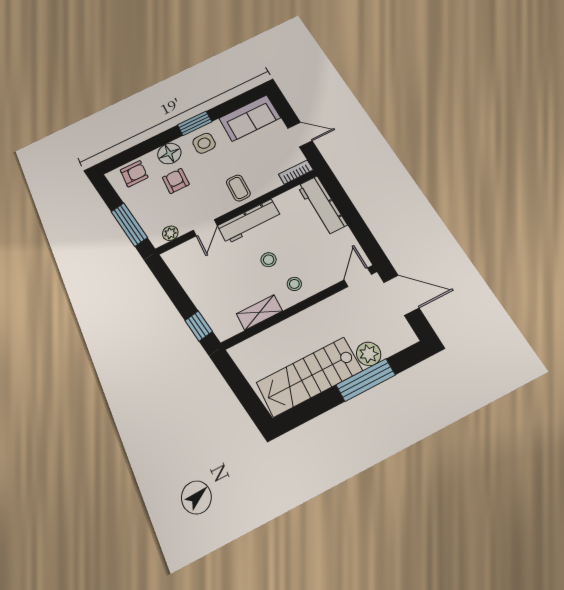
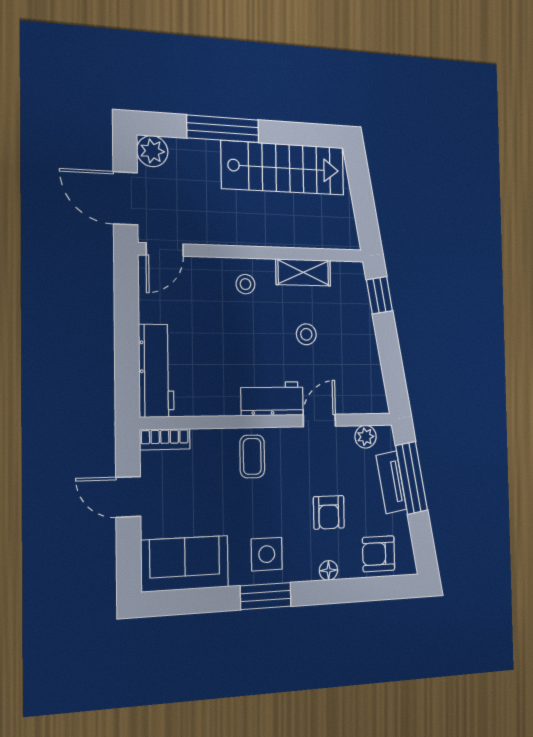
floor lamp: (169, 153) -> (328, 570), width x0.53, depth x0.53
tv unit: (142, 216) -> (391, 482), added
workbench: (249, 221) -> (272, 399), width x0.73
stool: (269, 260) -> (306, 334), moved
plant: (369, 354) -> (152, 151), moved

